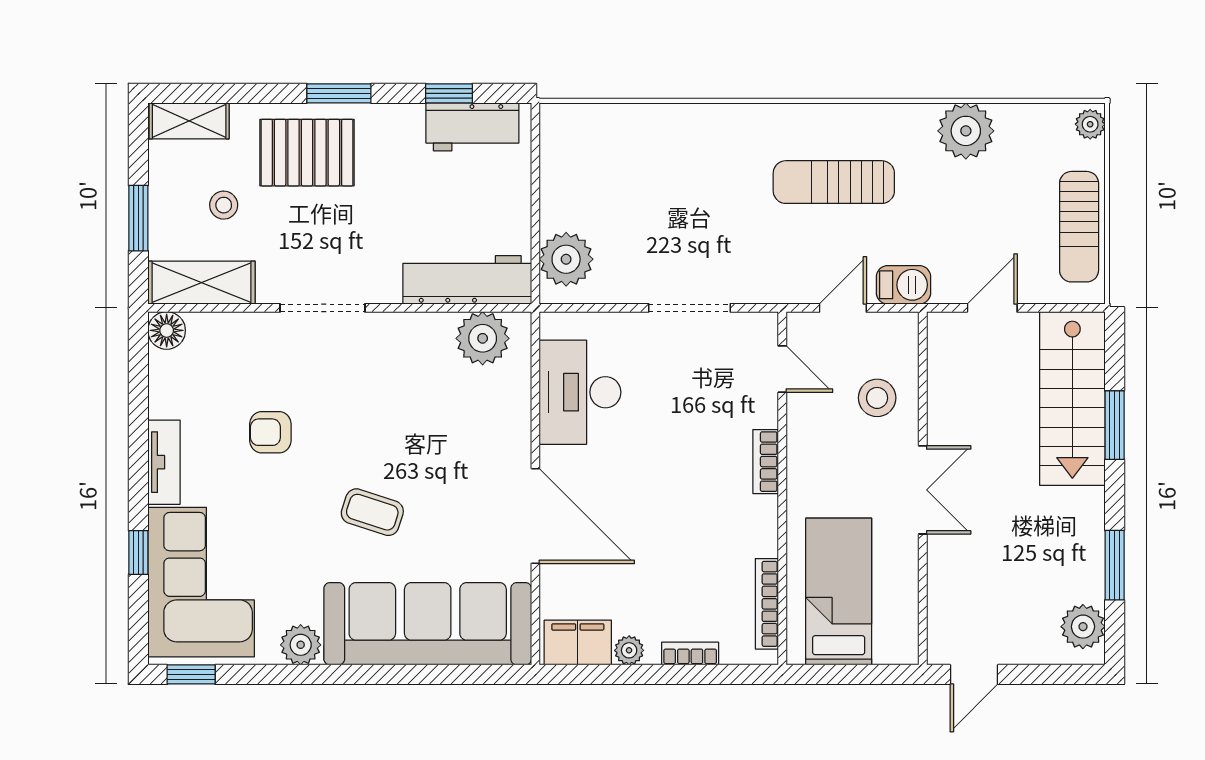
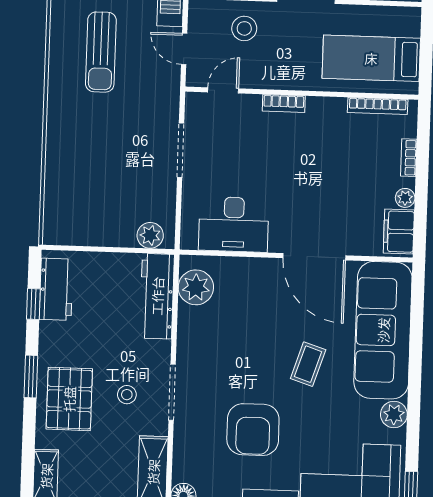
stool: (224, 205) -> (127, 395), moved
plant: (566, 259) -> (150, 235), width x0.73, depth x0.73
armchair: (270, 432) -> (253, 430), width x1.88, depth x1.88
door: (535, 516) -> (314, 257), swing flipped

